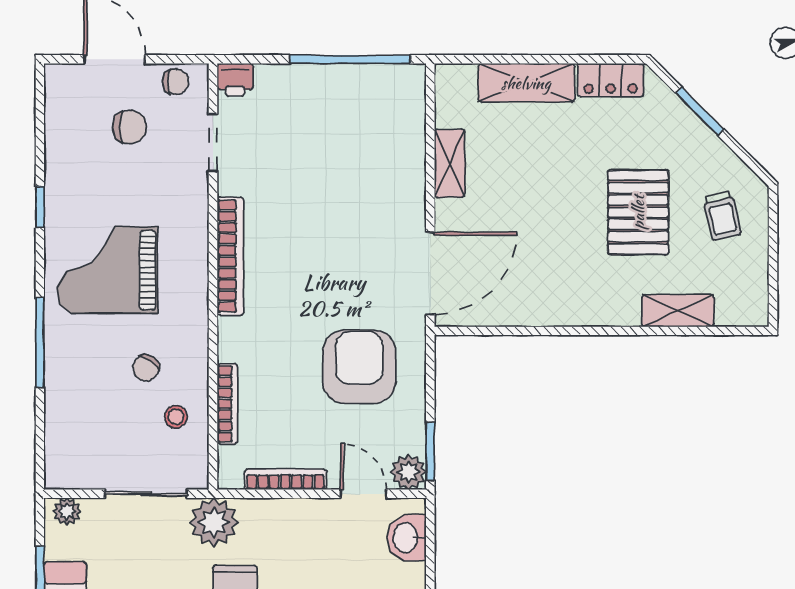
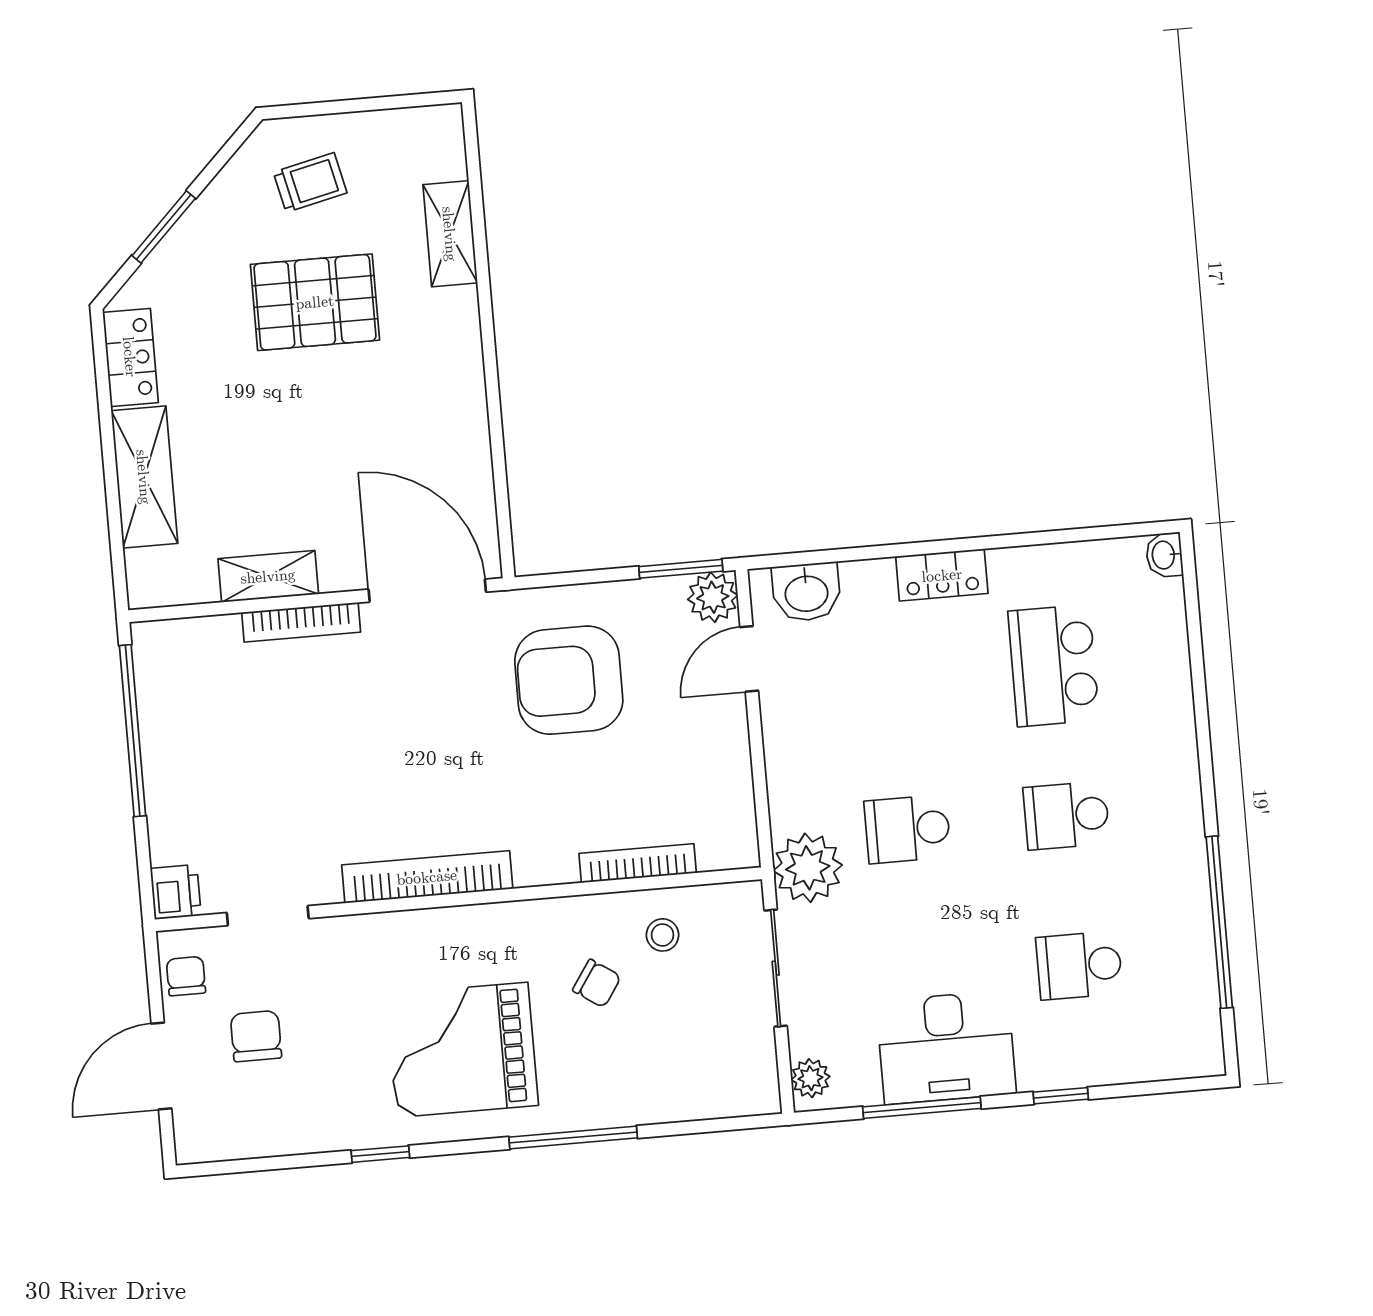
grand piano: (108, 270) -> (462, 1050), turned 90
bookcase: (285, 479) -> (301, 622), moved, turned -90

